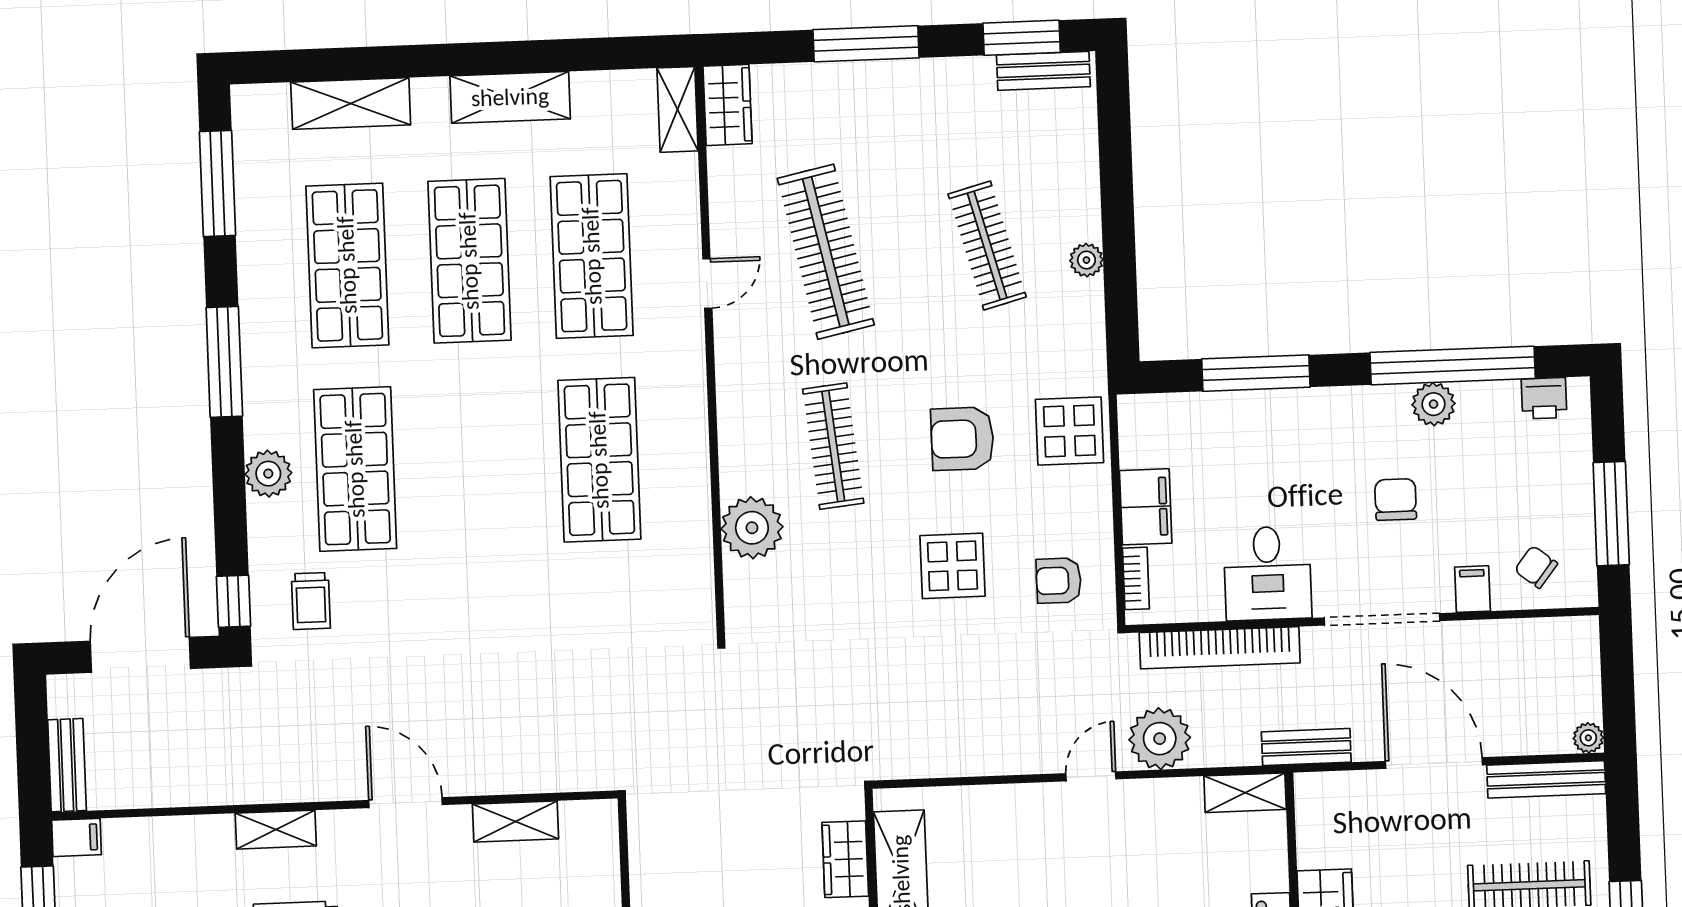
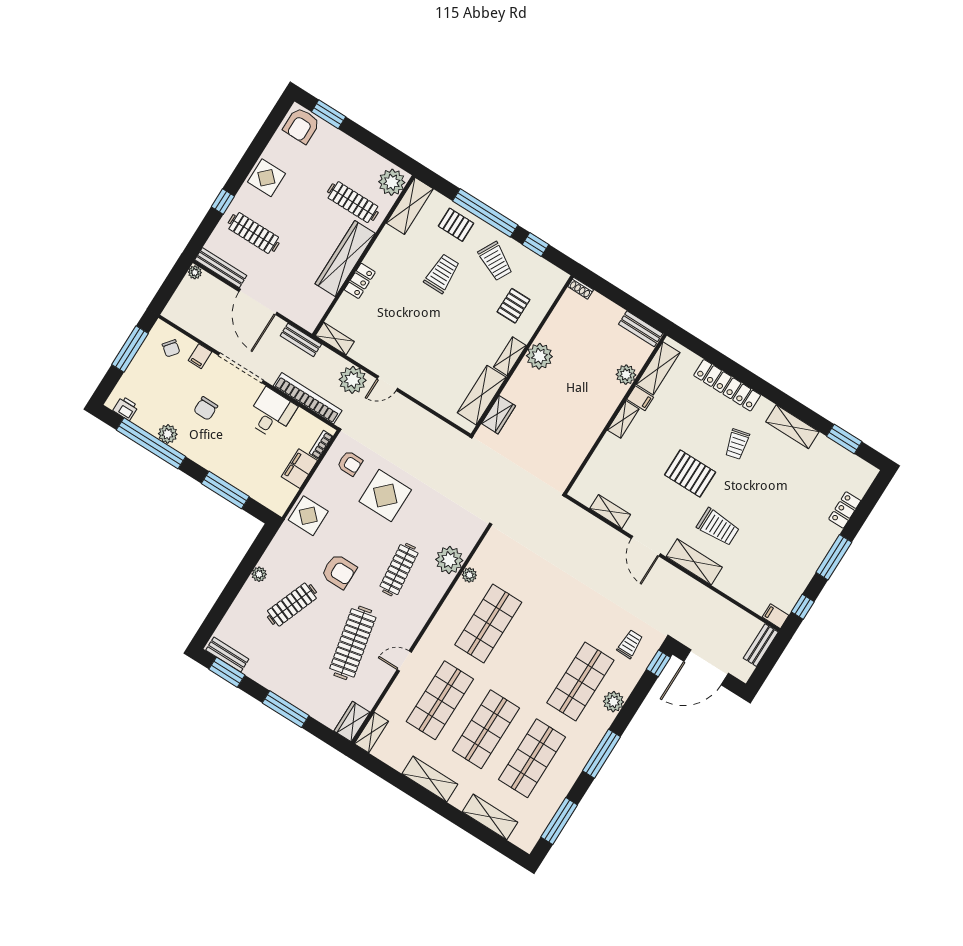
clothes rail: (987, 245) -> (292, 605), turned 36
armchair: (962, 439) -> (339, 571), moved
plant: (696, 525) -> (469, 575), added
display table: (953, 566) -> (385, 496), width x1.36, depth x1.36
shelving: (276, 830) -> (694, 562), width x1.50, depth x1.33

